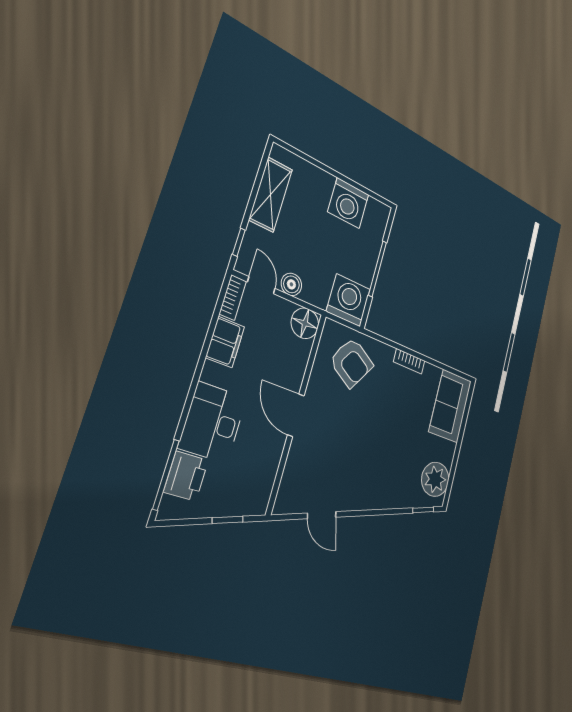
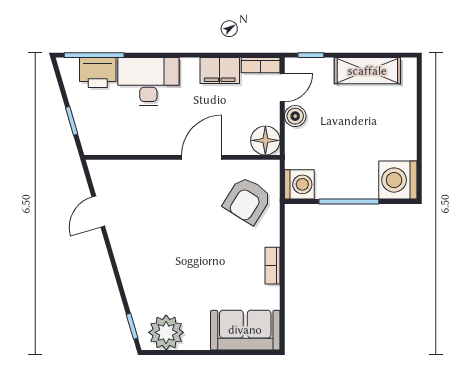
washing machine: (348, 203) -> (398, 180), moved
washing machine: (348, 300) -> (299, 184), width x0.73, depth x0.73
door: (296, 415) -> (202, 157), moved

